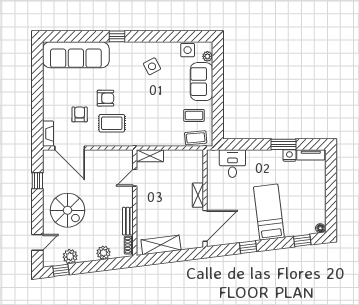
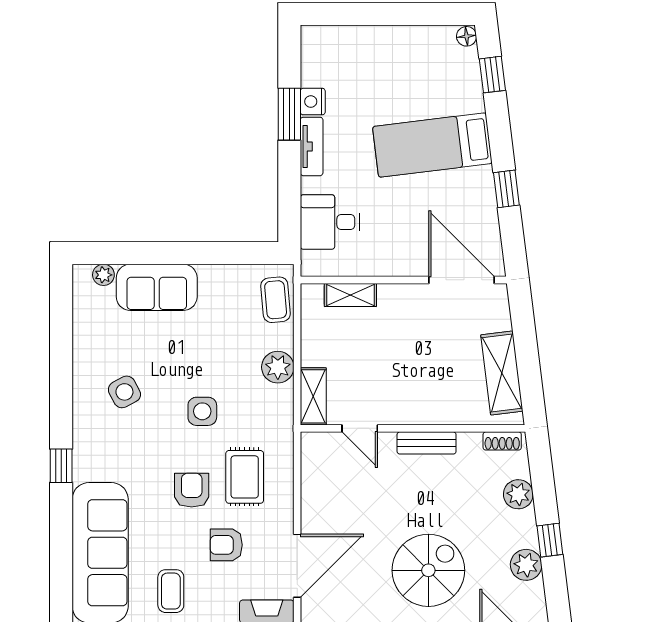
side table: (188, 50) -> (202, 411), moved
coffee table: (194, 115) -> (171, 591), moved
plant: (164, 139) -> (278, 367), added
tv unit: (311, 155) -> (312, 146), moved
shelving: (198, 195) -> (350, 295), moved
bench: (128, 221) -> (427, 443), moved
window: (61, 270) -> (550, 540), moved

